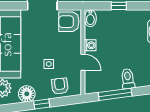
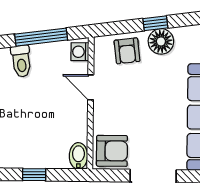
washing machine: (90, 45) -> (80, 52), moved
side table: (49, 64) -> (144, 85), removed
floor lamp: (27, 94) -> (161, 41), moved

